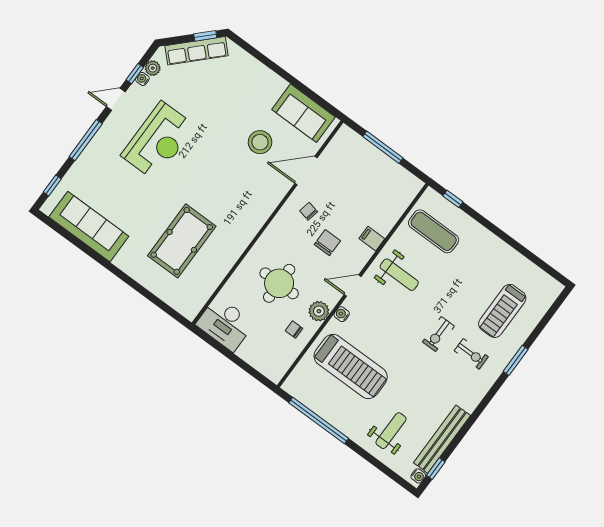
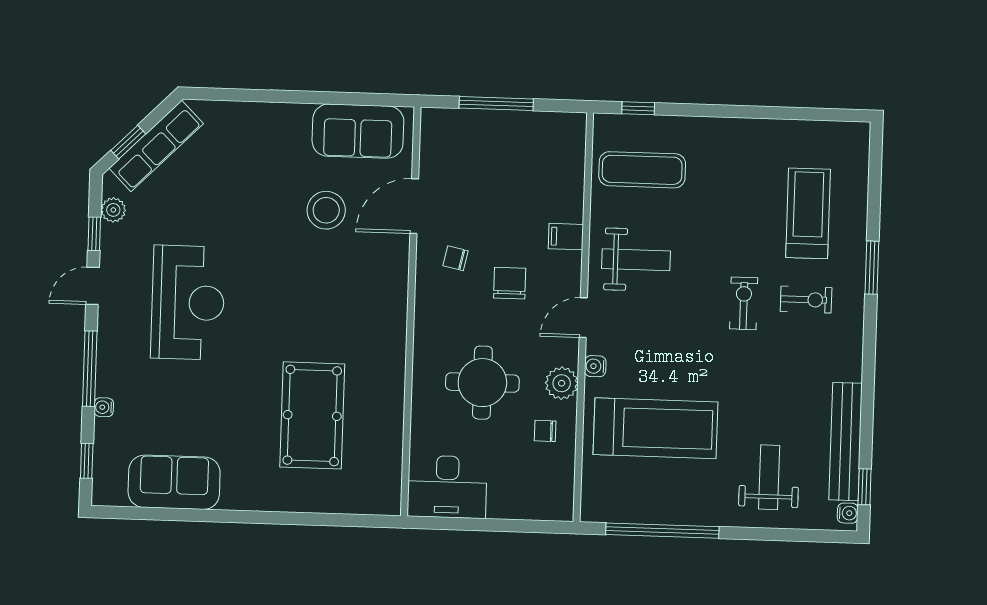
window: (205, 36) -> (128, 142), moved
water cooler: (142, 79) -> (104, 407), moved
sofa: (89, 227) -> (174, 482), width x0.73
treadmill: (502, 311) -> (808, 213), turned 180
exercise bike: (438, 334) -> (744, 303), turned 180

